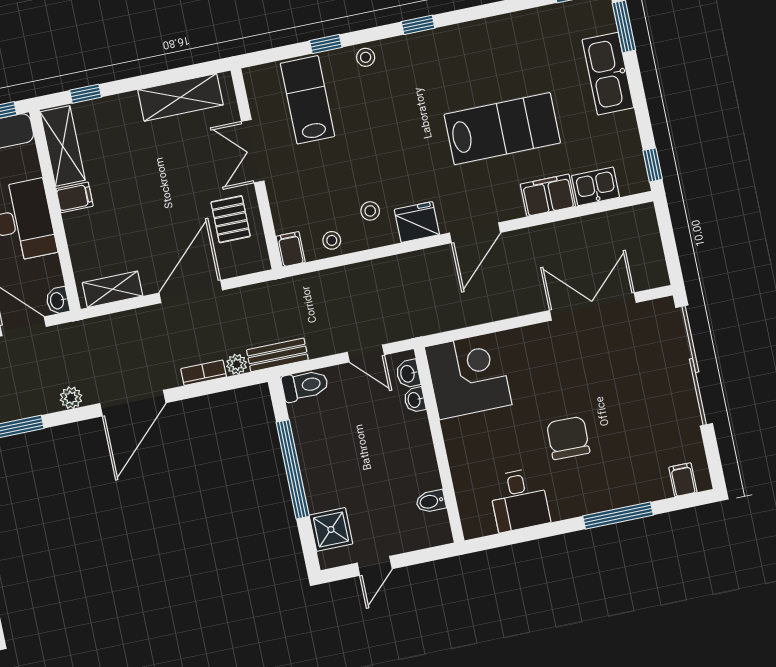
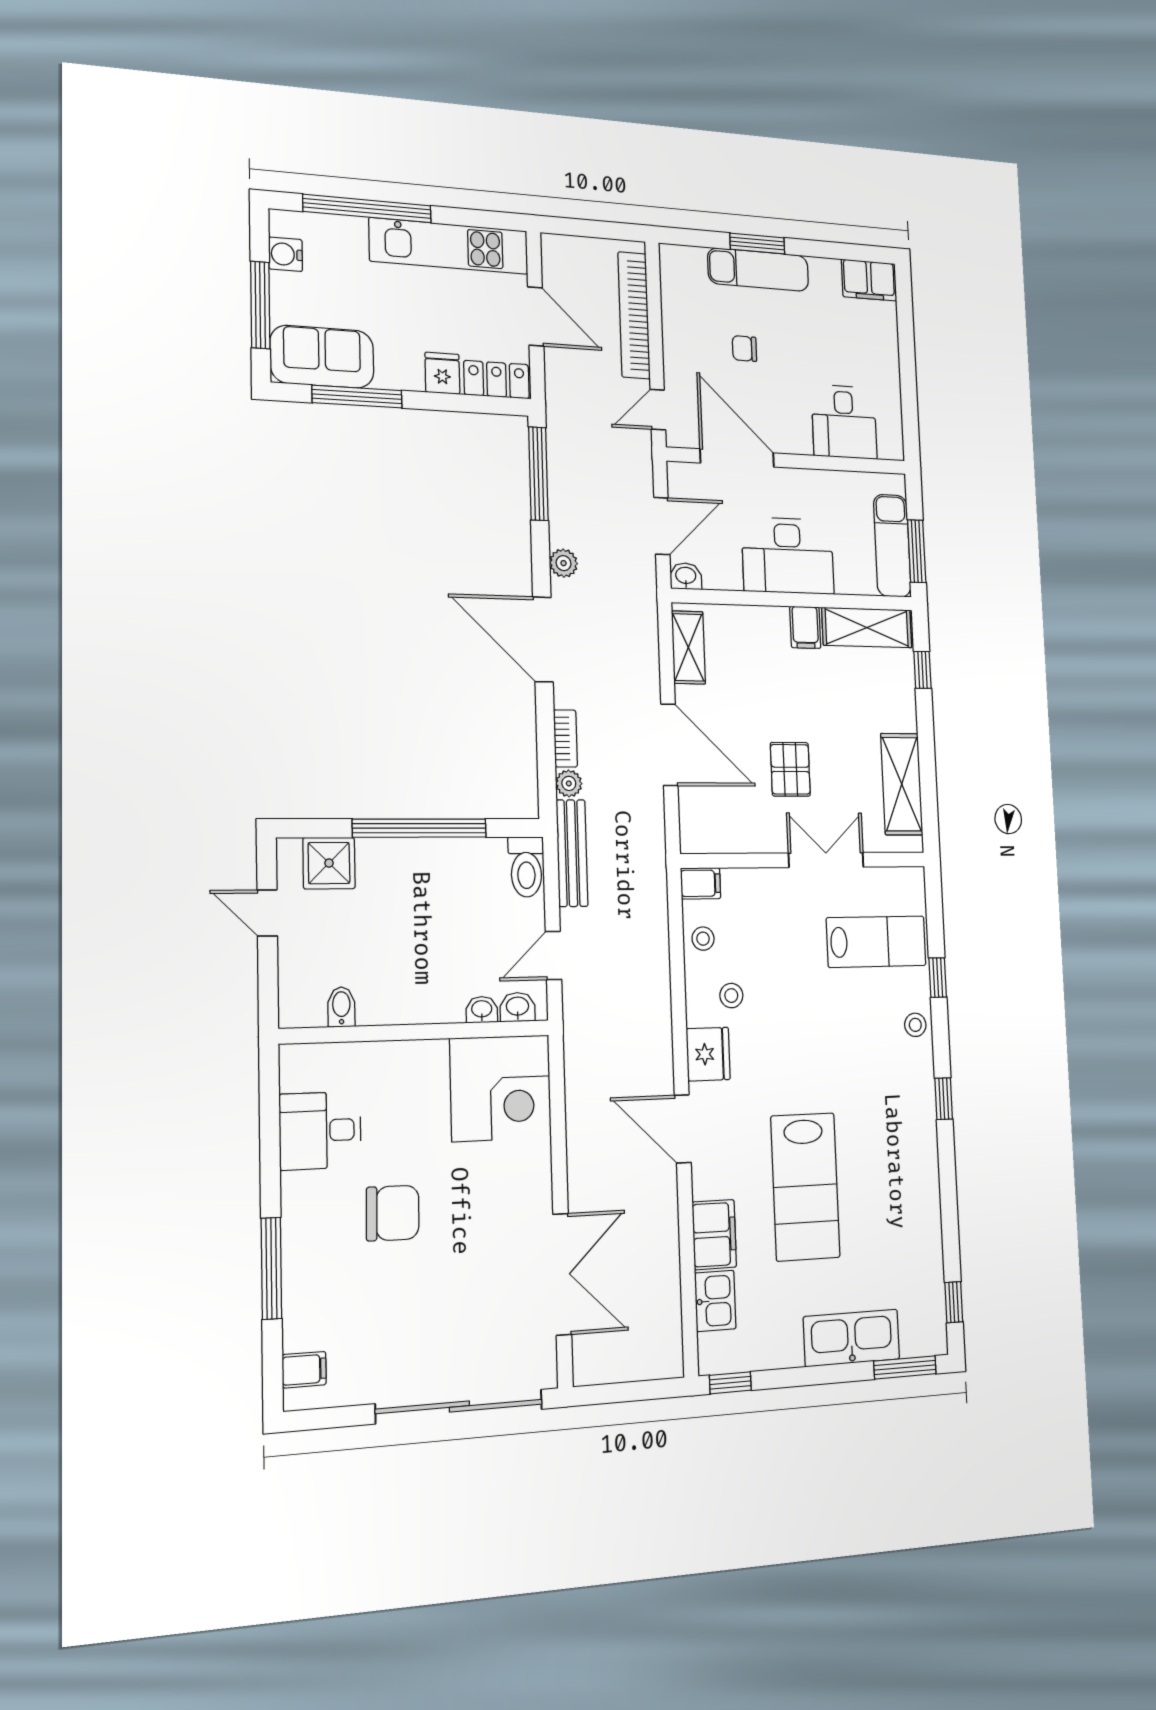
pallet: (231, 219) -> (790, 769), moved, turned 90
bench: (277, 355) -> (572, 853), width x1.36

